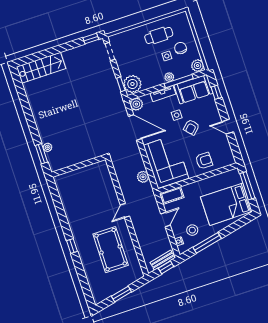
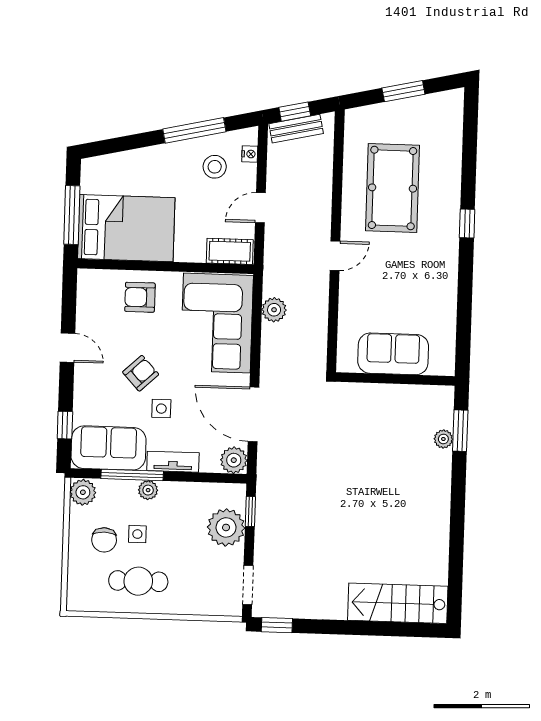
plant: (132, 84) -> (226, 527), moved
sofa: (83, 177) -> (393, 354), added
bed: (226, 204) -> (126, 228), moved

